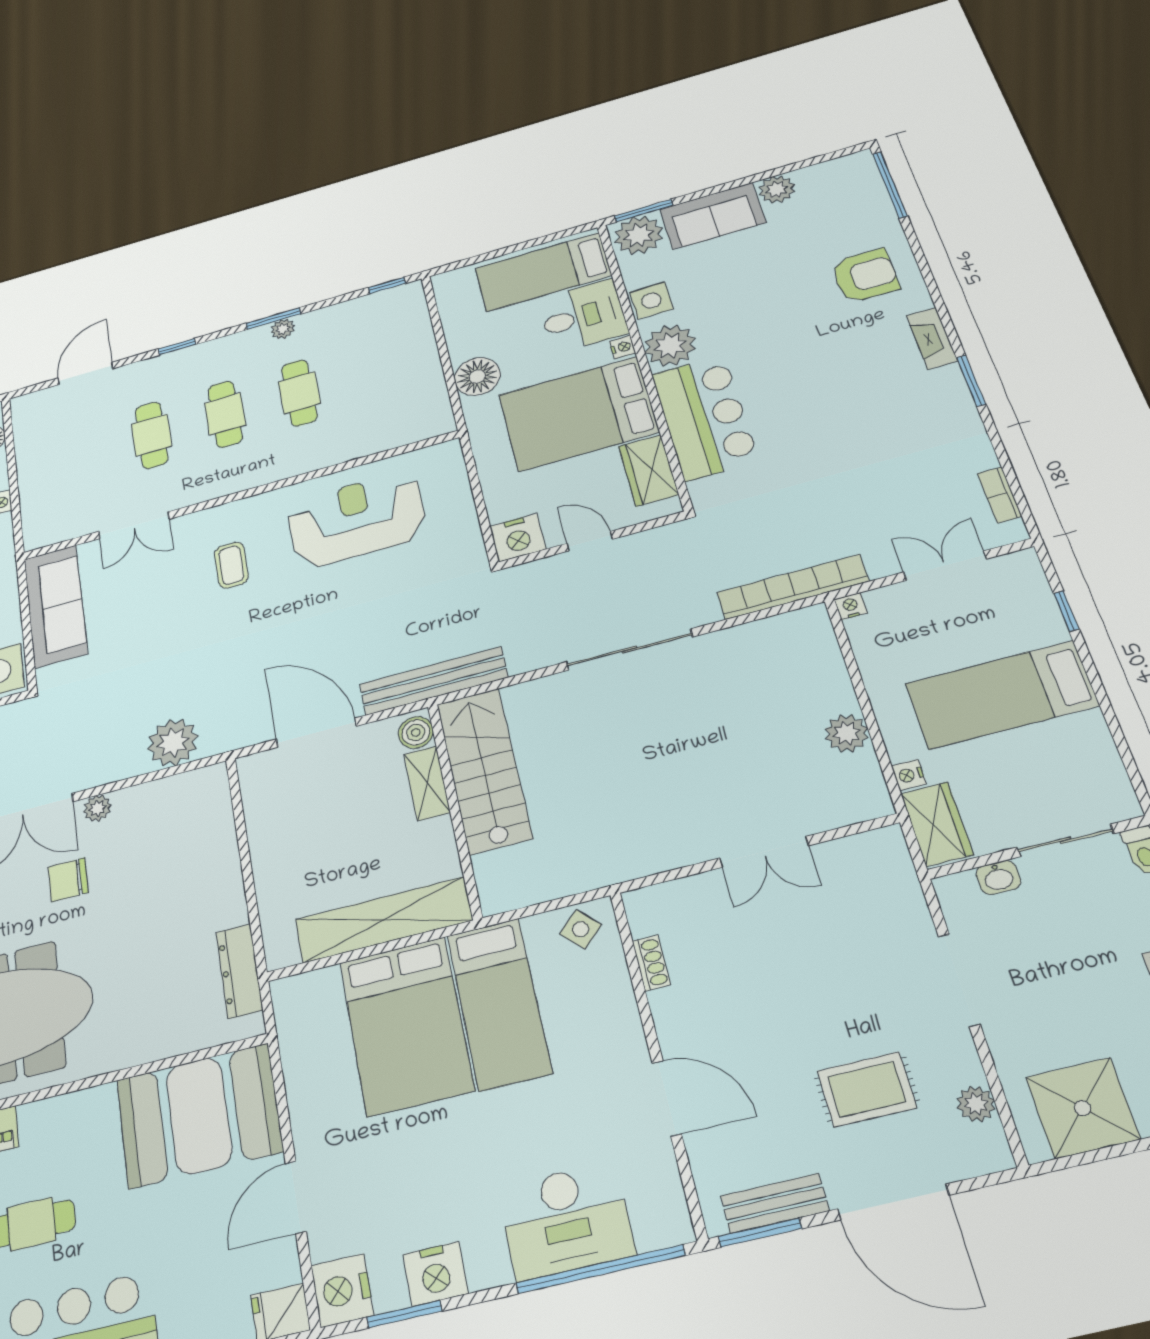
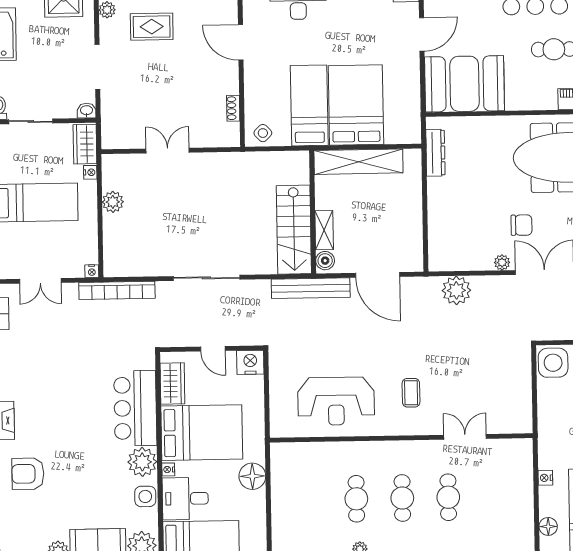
sofa: (55, 606) -> (516, 396), removed
washbasin: (998, 878) -> (87, 111), moved

